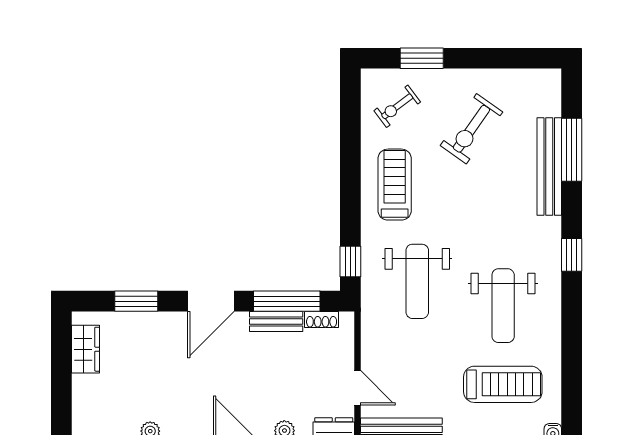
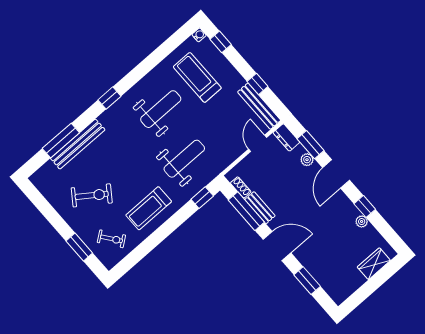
wardrobe: (86, 349) -> (374, 264), moved

